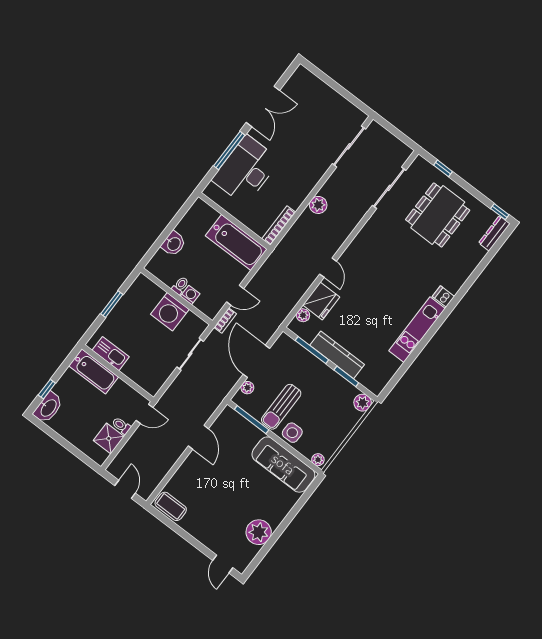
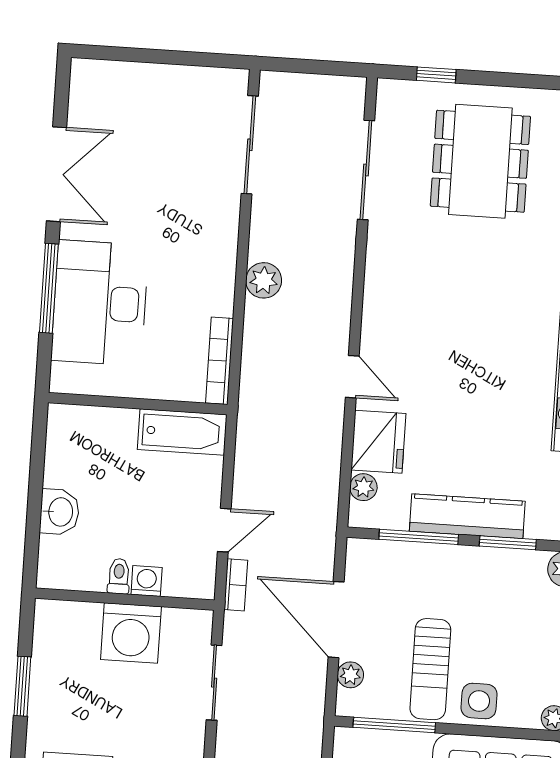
bathtub: (236, 243) -> (182, 432), width x0.73, depth x0.73

